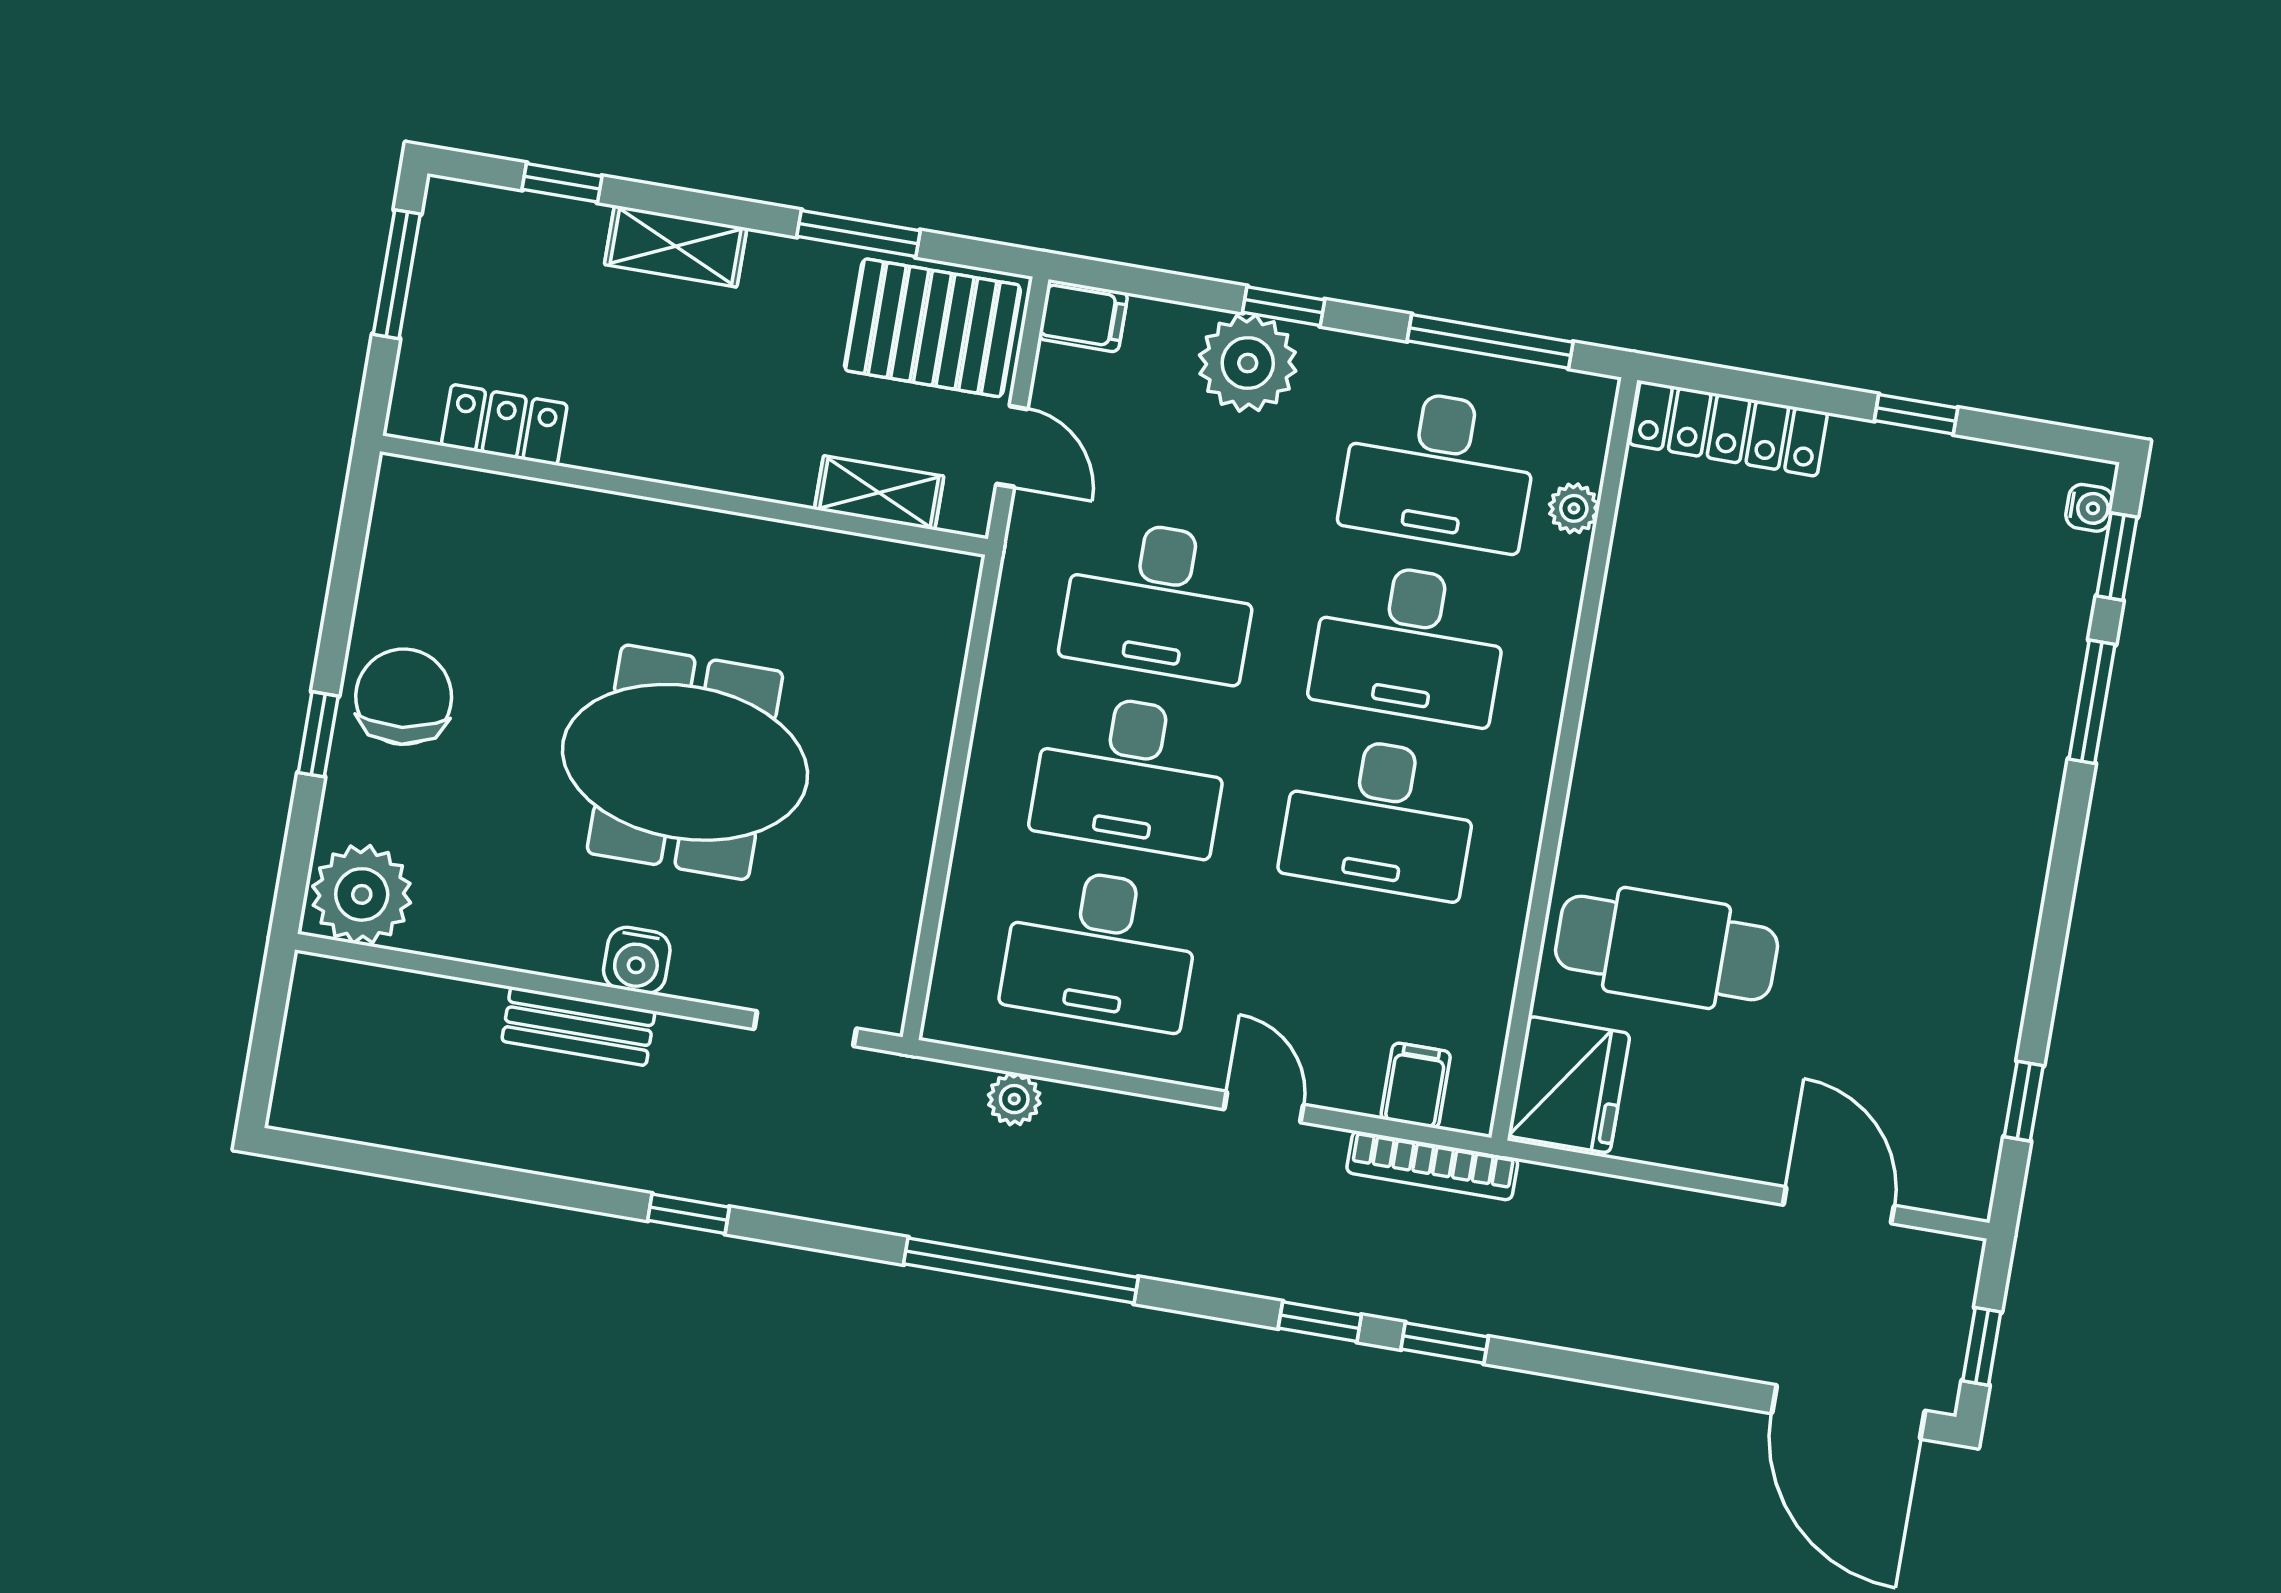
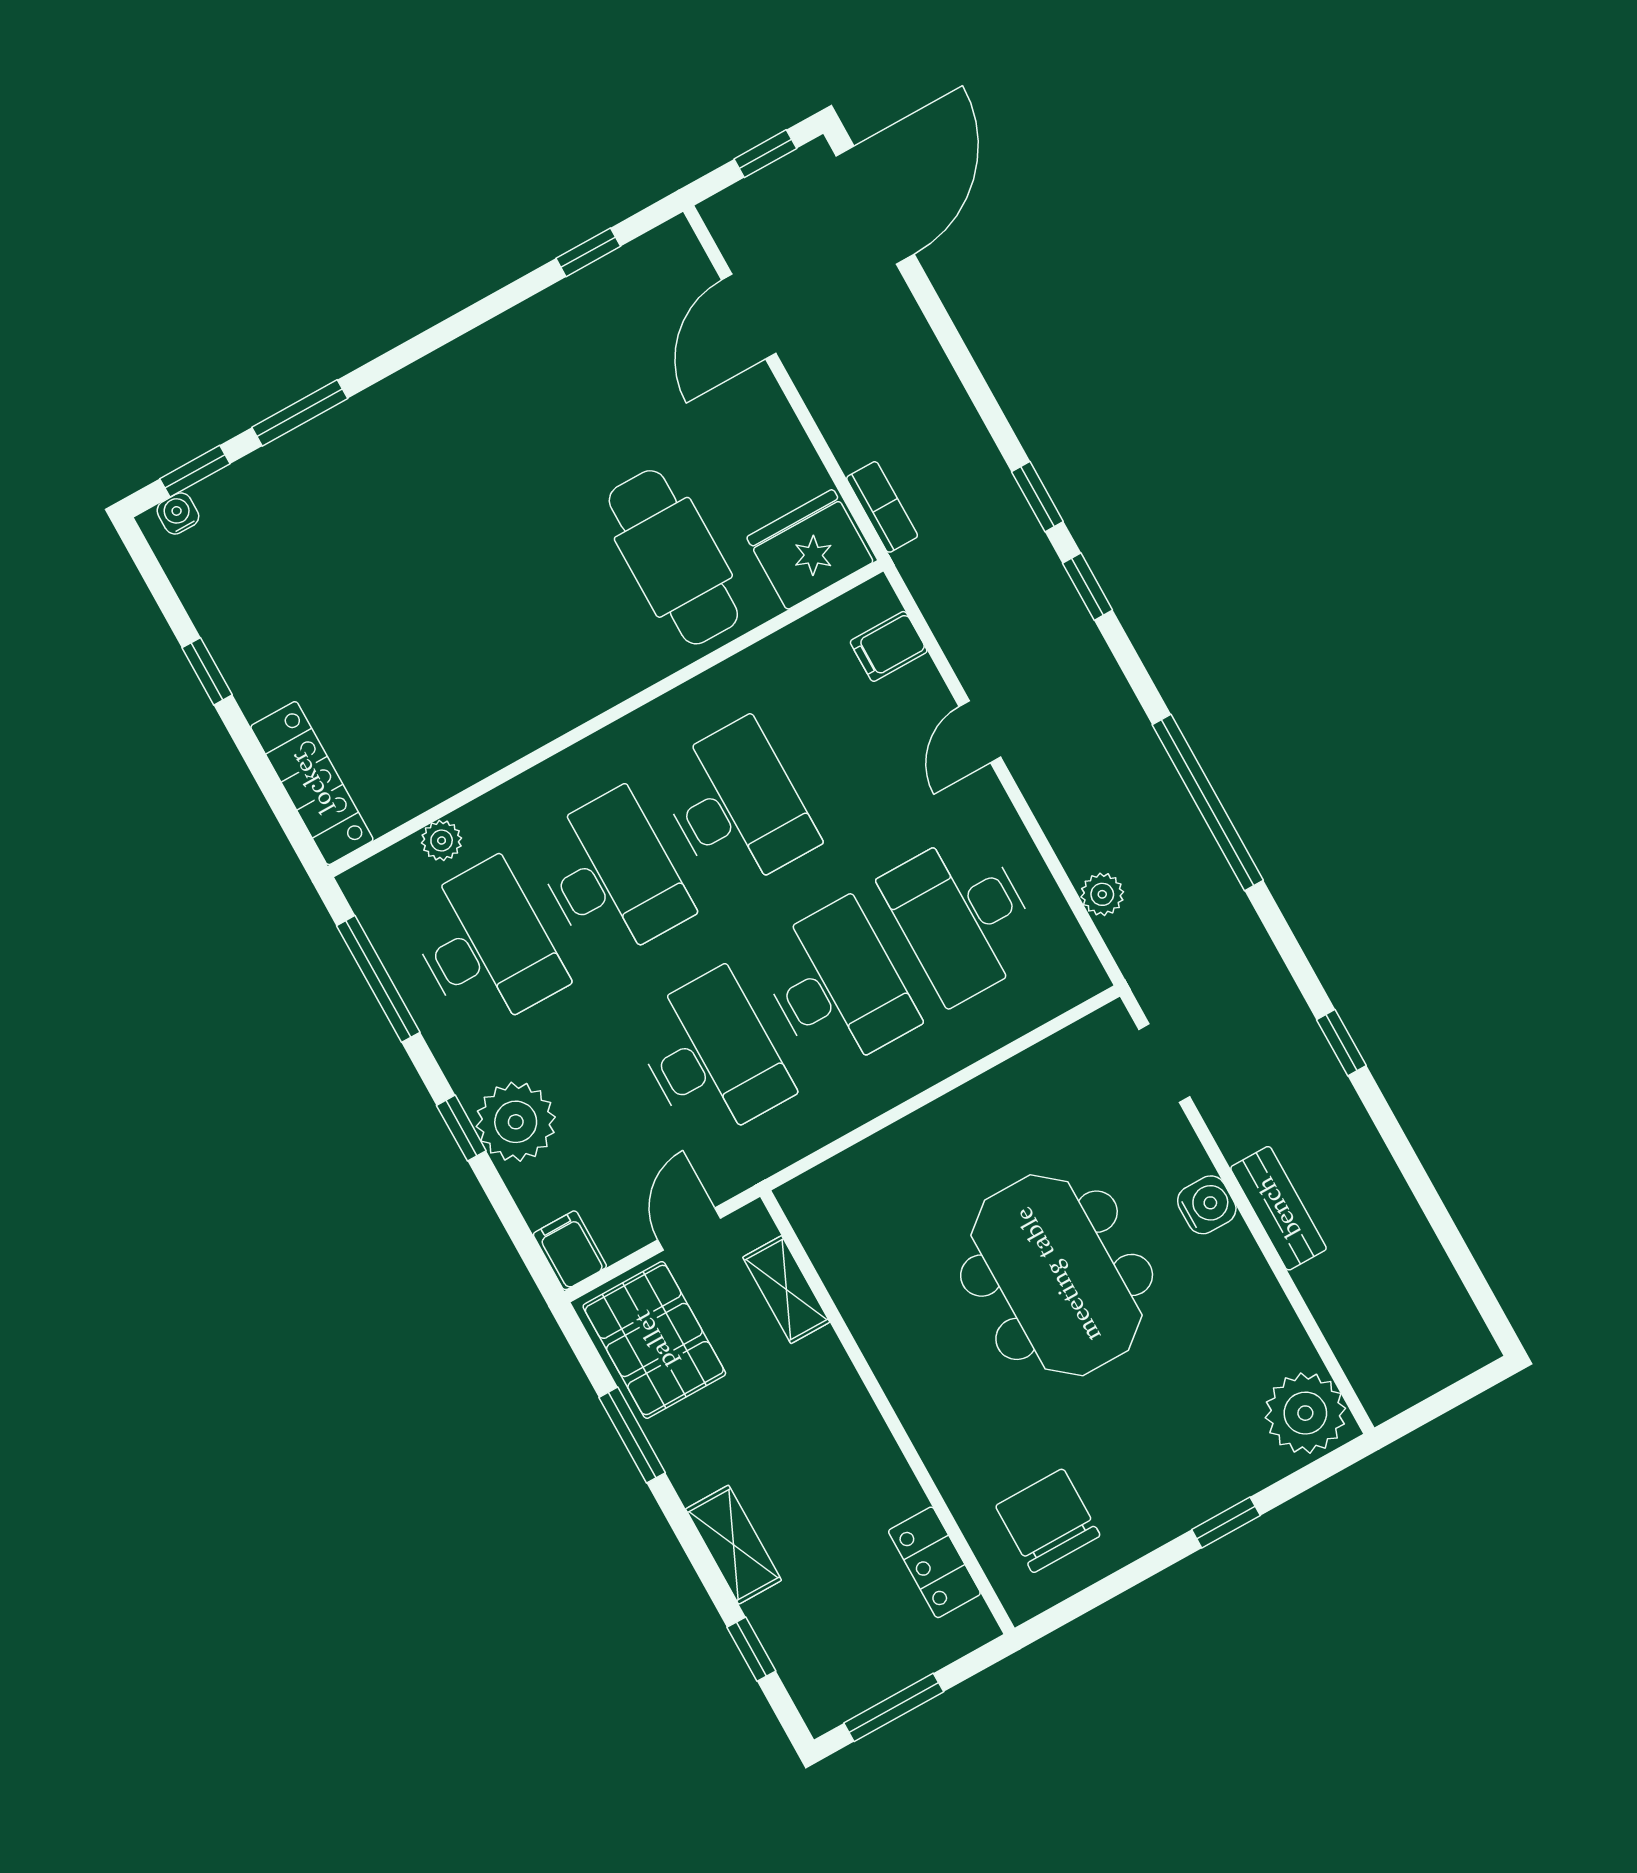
chair: (404, 697) -> (1048, 1521), moved, turned 97
desk: (1101, 948) -> (962, 916), turned 180
bookcase: (1432, 1166) -> (882, 507), moved, width x0.64

